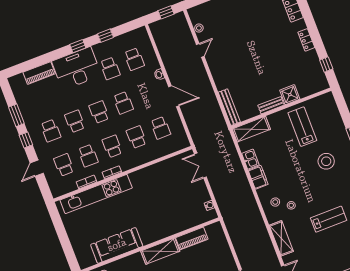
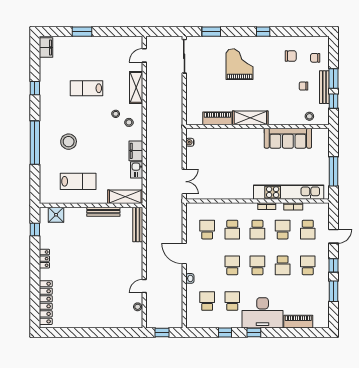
shower: (290, 95) -> (56, 215), moved
bench: (271, 105) -> (103, 212), width x1.36
school desk: (99, 112) -> (257, 265), turned 180
lab bench: (302, 127) -> (78, 181), turned -90
window: (61, 230) -> (333, 171), added

